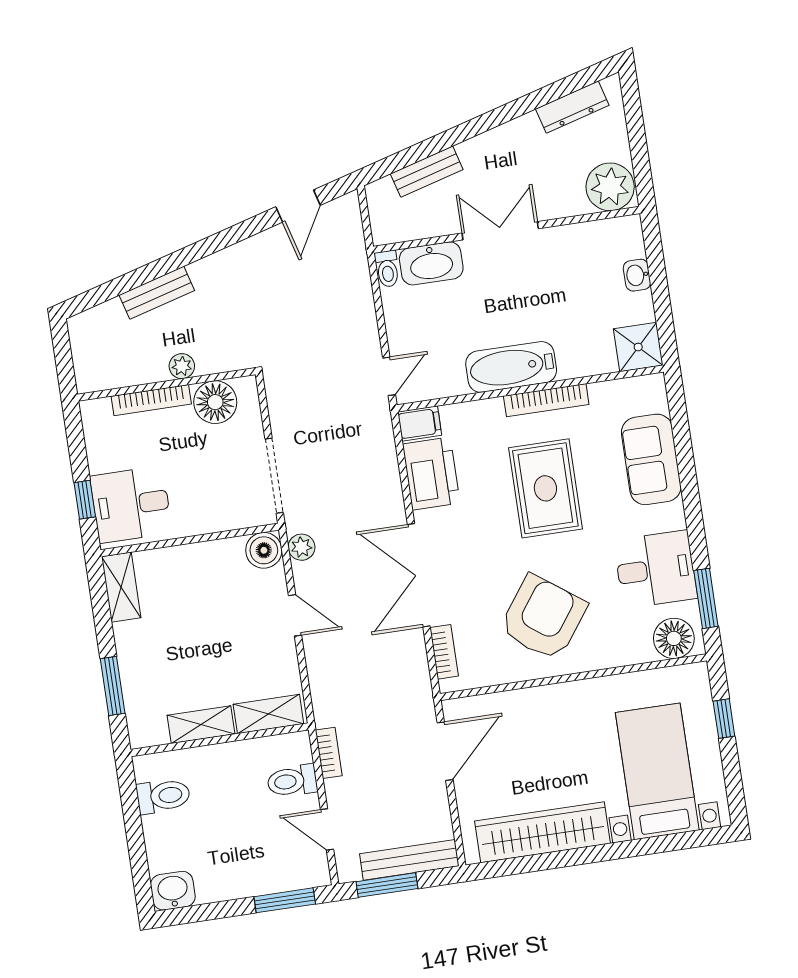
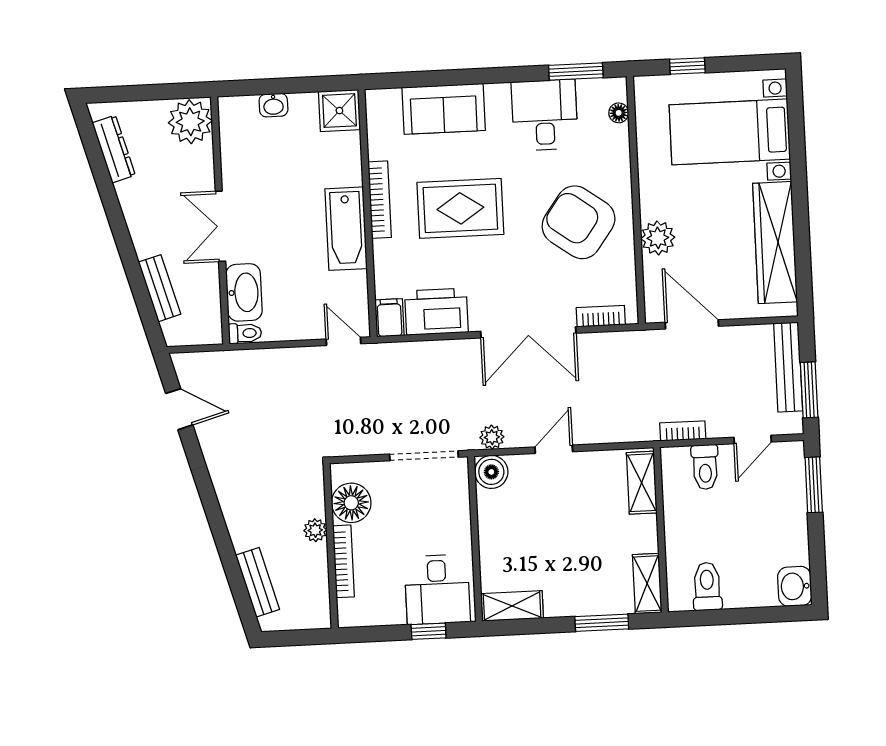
bench: (157, 293) -> (258, 582), moved
floor lamp: (674, 638) -> (619, 113), width x0.53, depth x0.53
plant: (535, 705) -> (658, 238), added
shelving: (201, 725) -> (647, 584), moved

